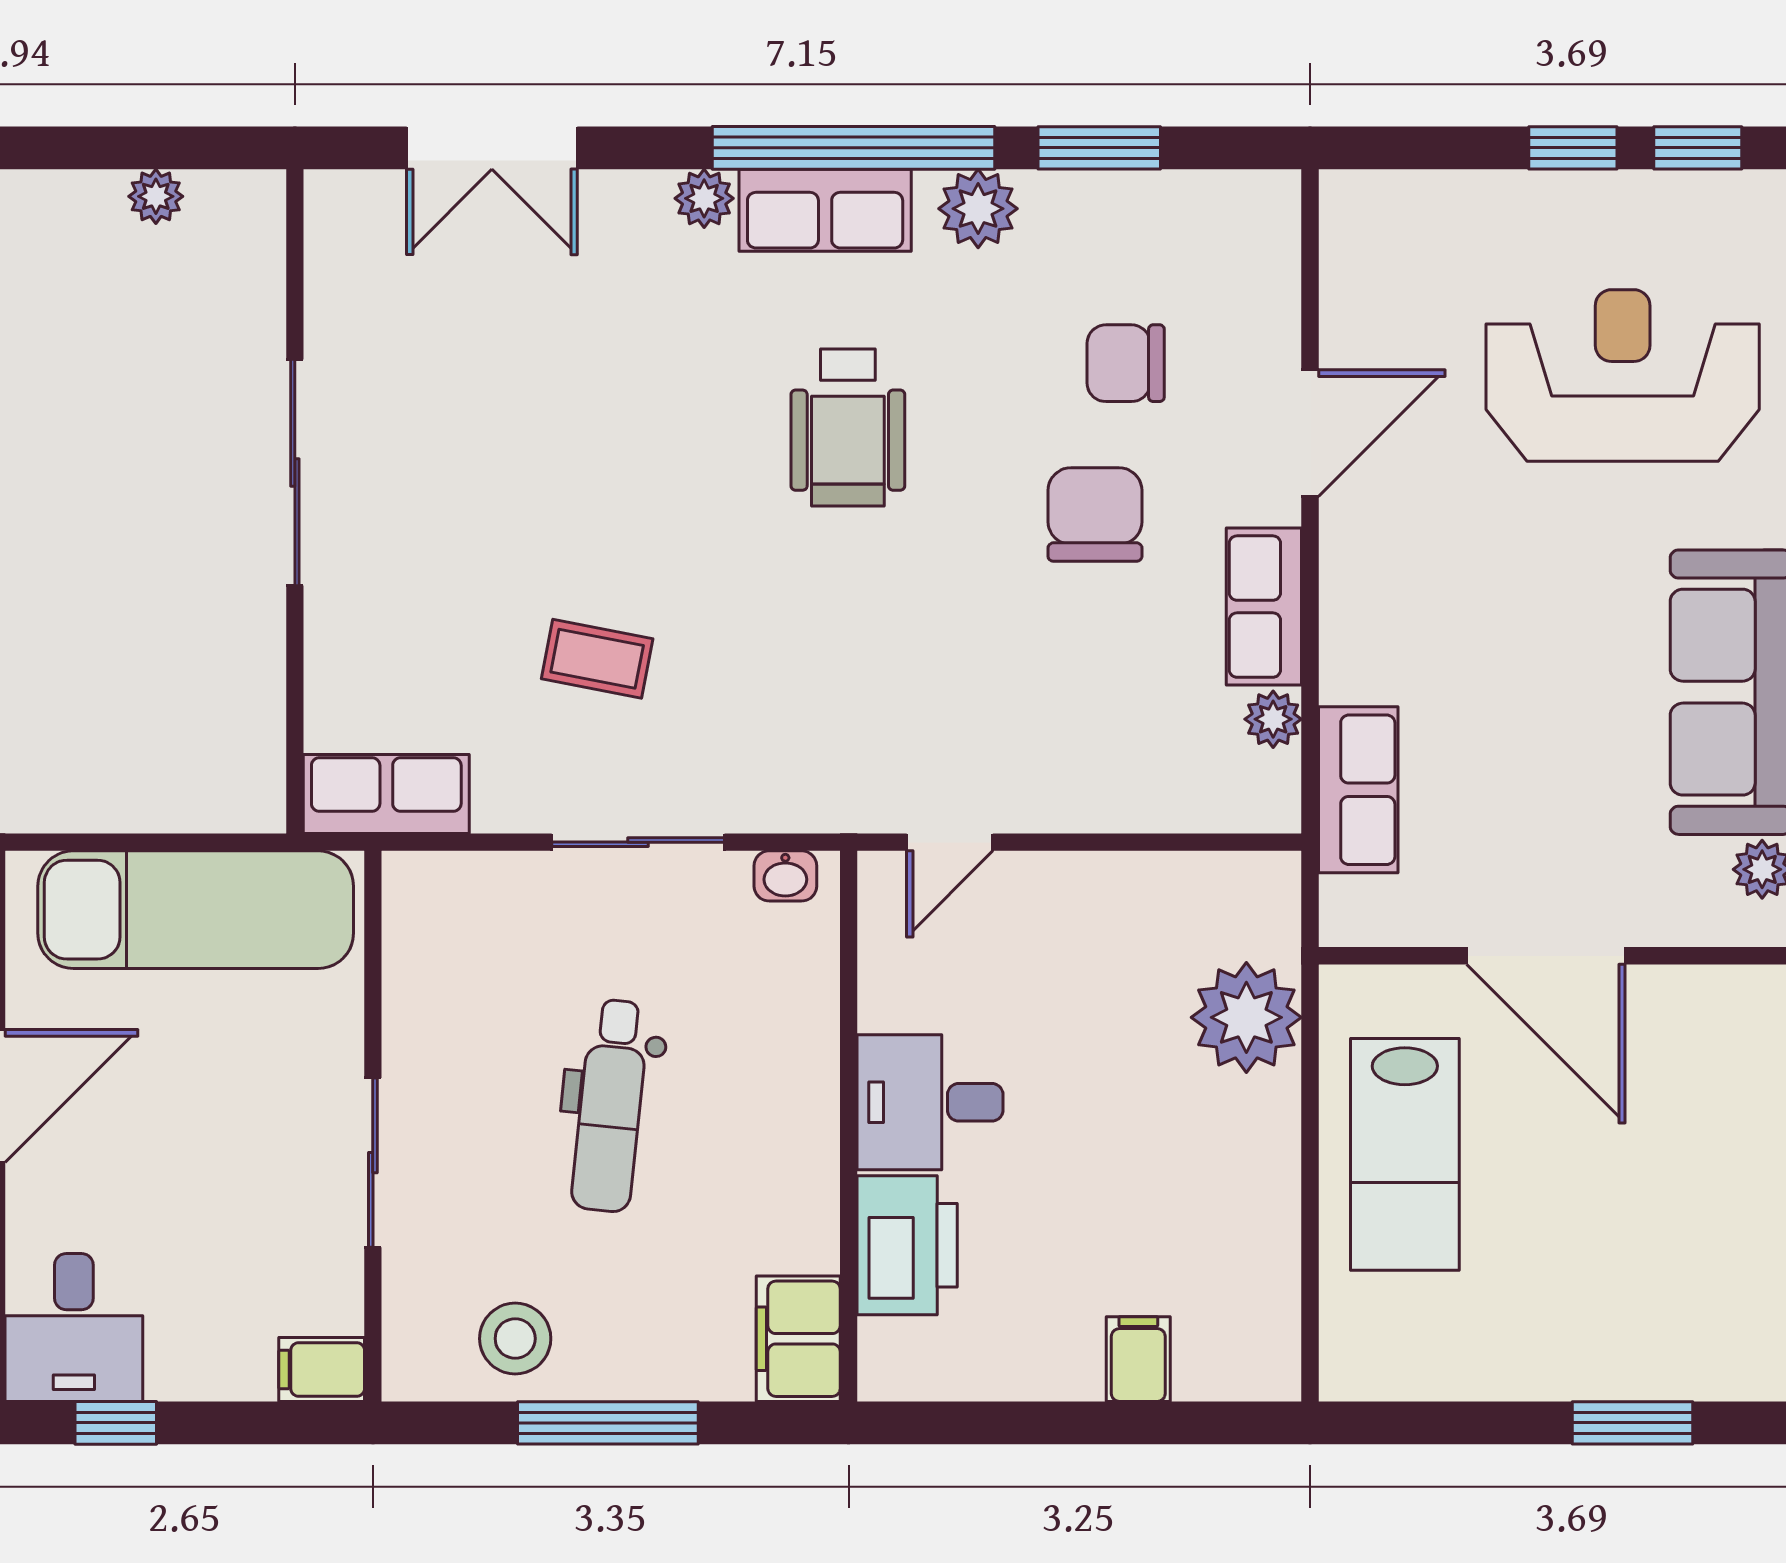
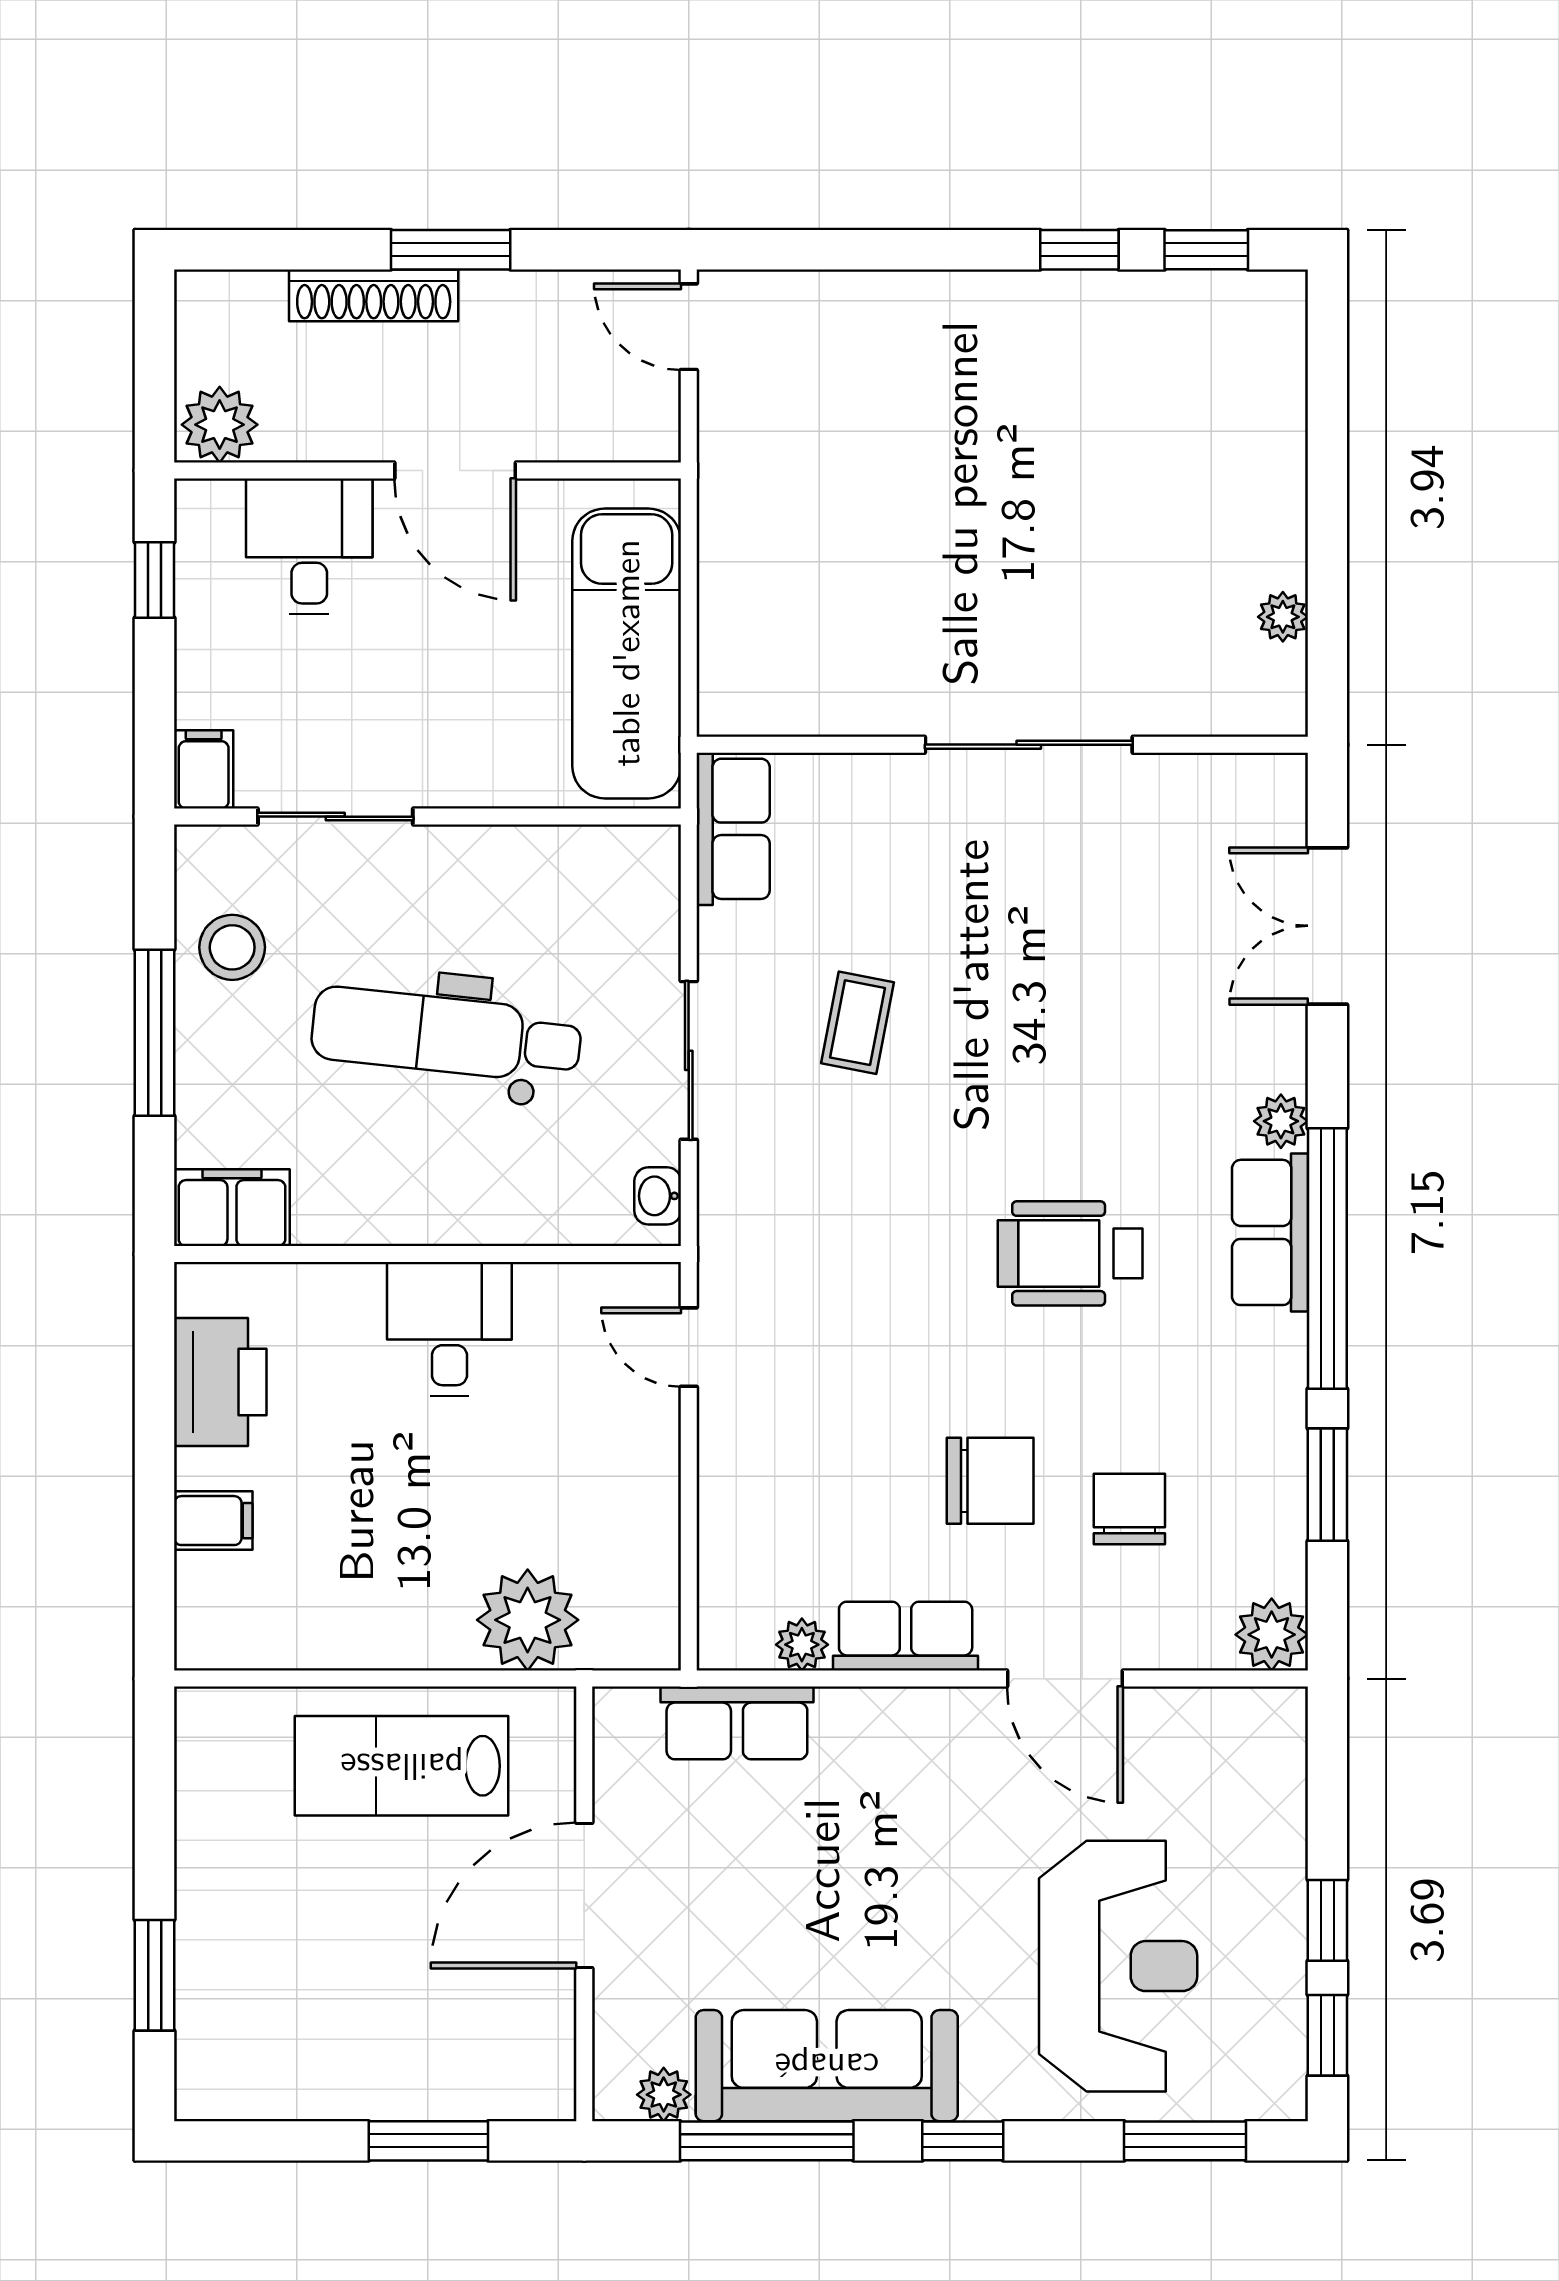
plant: (978, 209) -> (1272, 1635), moved
dental chair: (610, 1106) -> (446, 1035), width x1.36, depth x1.38
sliding door: (373, 1163) -> (335, 817), moved
printer: (907, 1245) -> (220, 1382), moved, turned -90
desk: (74, 1328) -> (309, 546), moved, turned 90

